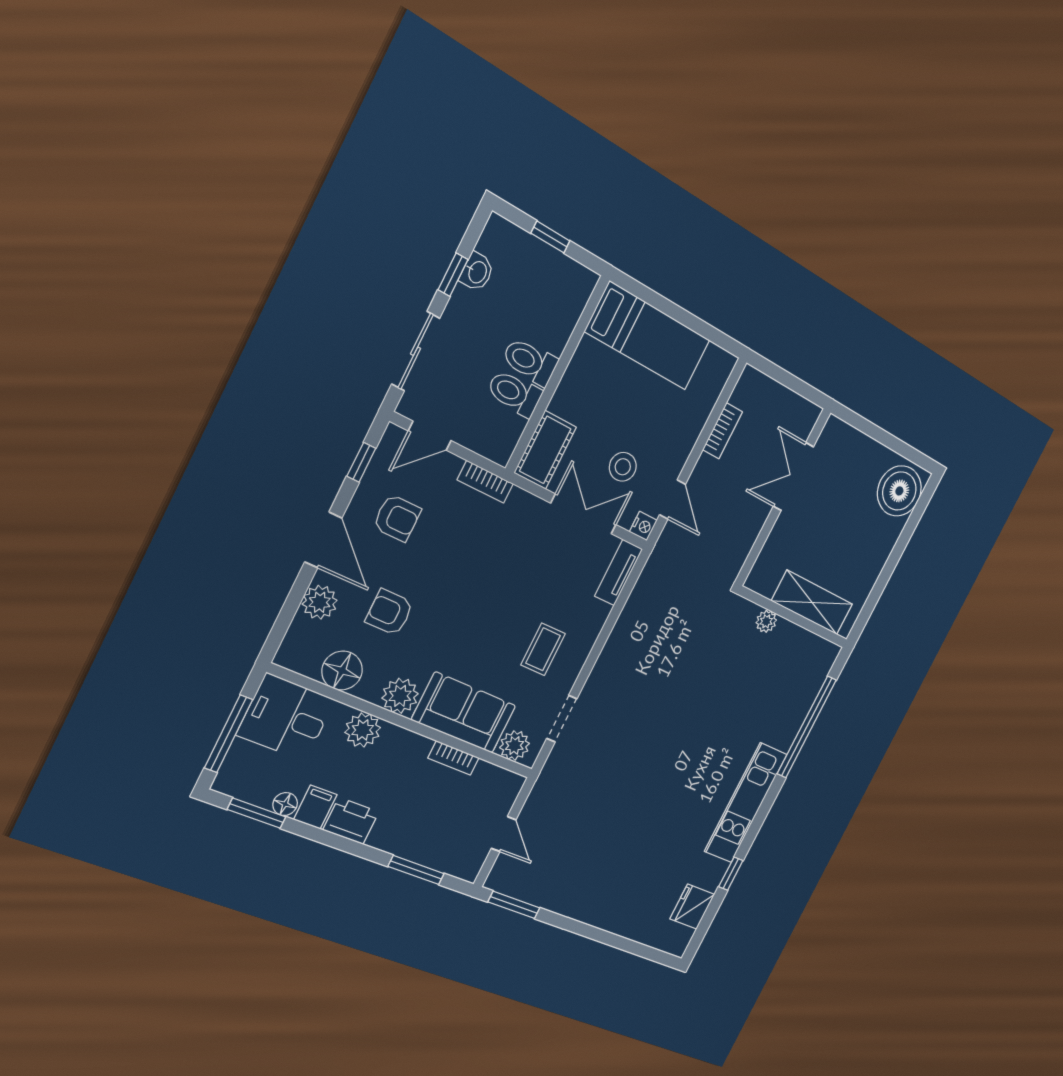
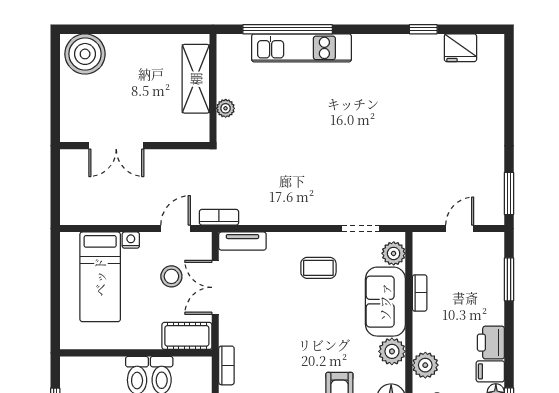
bed: (648, 336) -> (100, 277), moved, turned 180
bookcase: (723, 431) -> (219, 217), moved
nightstand: (643, 526) -> (131, 240), moved
kitchen unit: (746, 803) -> (301, 48), moved

